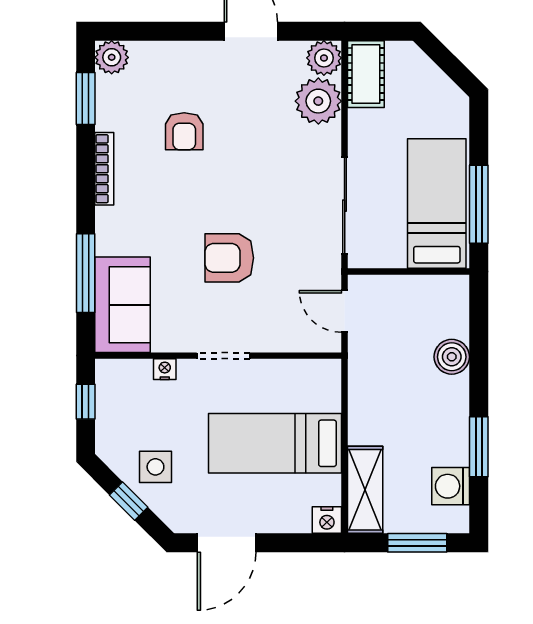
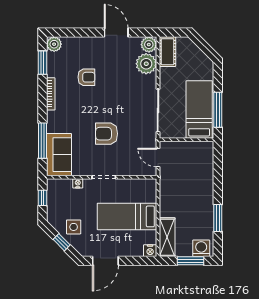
armchair: (184, 131) -> (86, 77), turned -90
boiler: (452, 357) -> (206, 178), removed
washing machine: (451, 486) -> (201, 248), moved, turned 90

